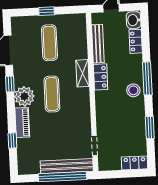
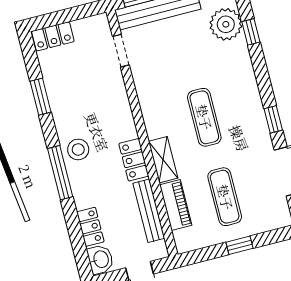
plant: (24, 96) -> (226, 24), moved
piano: (22, 123) -> (176, 205), moved, turned 180

